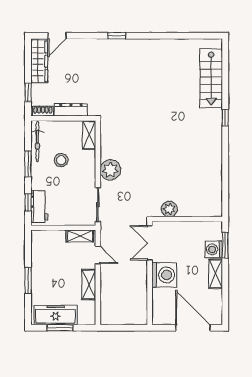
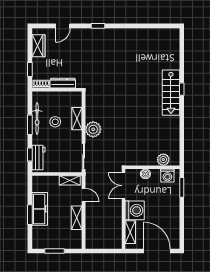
door: (57, 36) -> (63, 26), moved
wardrobe: (39, 61) -> (38, 46), width x0.67
stairs: (211, 78) -> (171, 93), moved
shelving: (89, 135) -> (77, 119), moved
bicycle: (37, 141) -> (37, 118), moved
plant: (169, 209) -> (163, 160), moved
boiler: (178, 228) -> (145, 174), added
washing machine: (214, 249) -> (167, 176), moved, turned -90
shelving: (216, 274) -> (130, 232), moved
freezer: (56, 315) -> (40, 209), moved, turned 90

